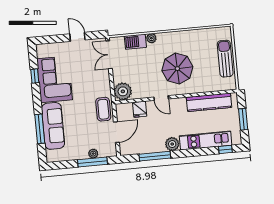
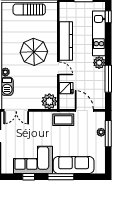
door: (161, 98) -> (58, 68), hinge flipped
kitchen counter: (209, 102) -> (66, 41), moved
window: (40, 129) -> (61, 177), moved

